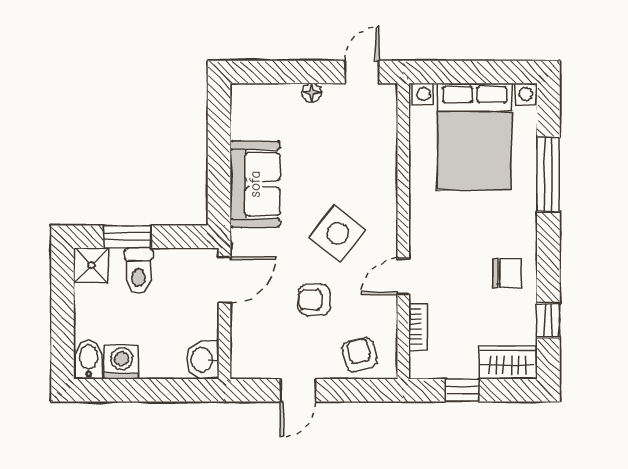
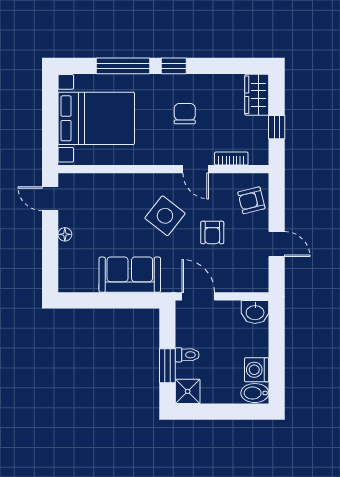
toilet: (139, 271) -> (187, 355), width x0.73, depth x0.72
chair: (508, 273) -> (185, 114), moved
window: (548, 320) -> (174, 66), moved

